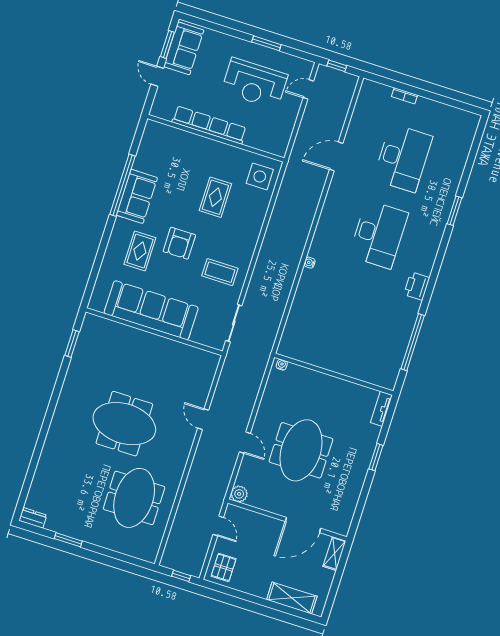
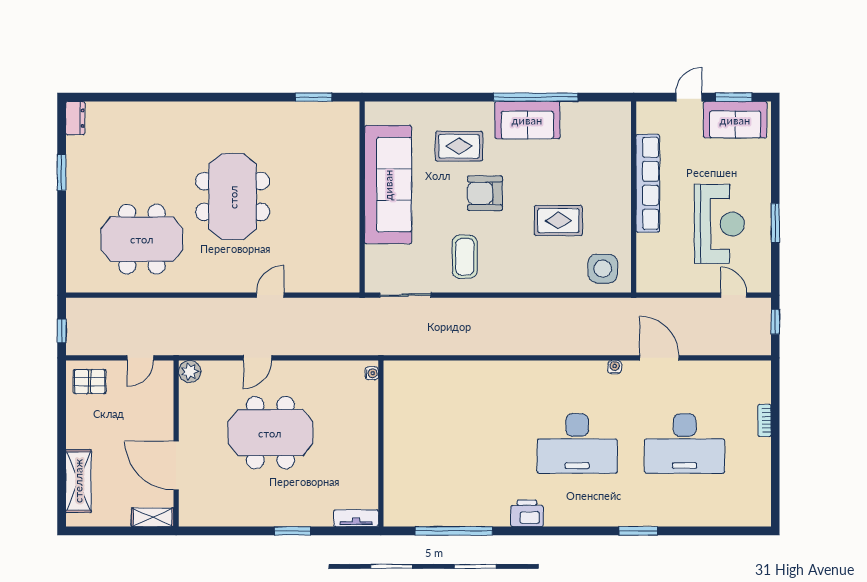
reception desk: (254, 83) -> (719, 224), turned 180
water cooler: (309, 263) -> (615, 367), moved

